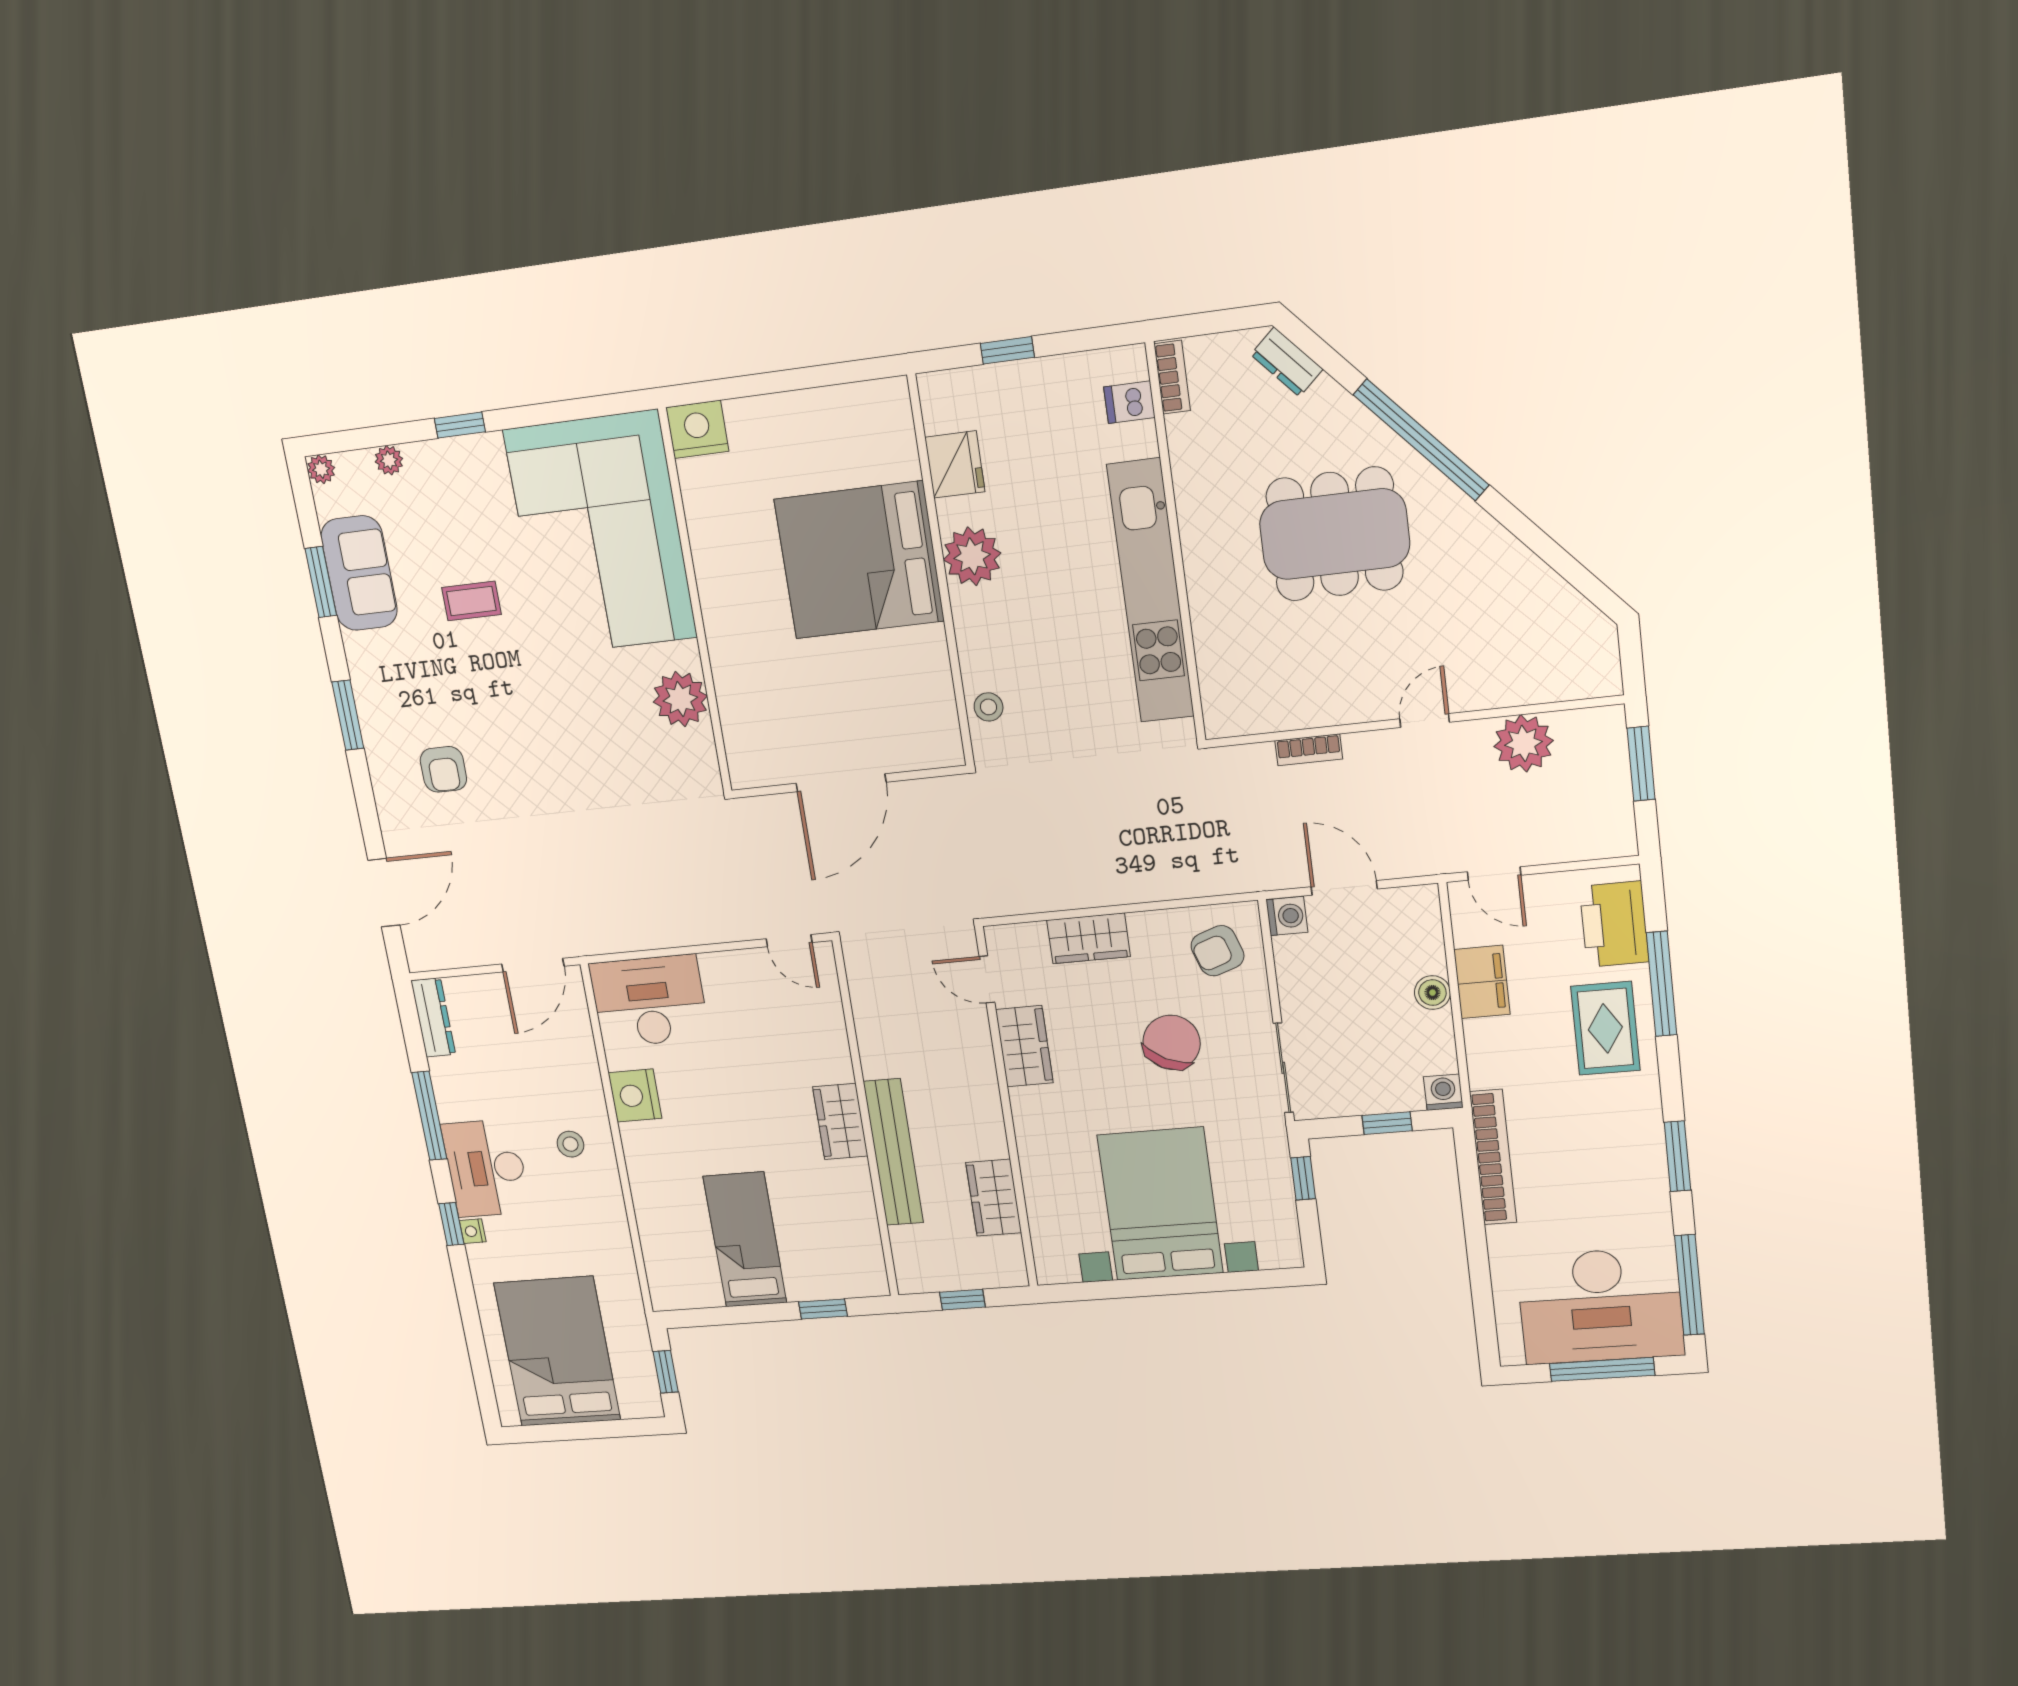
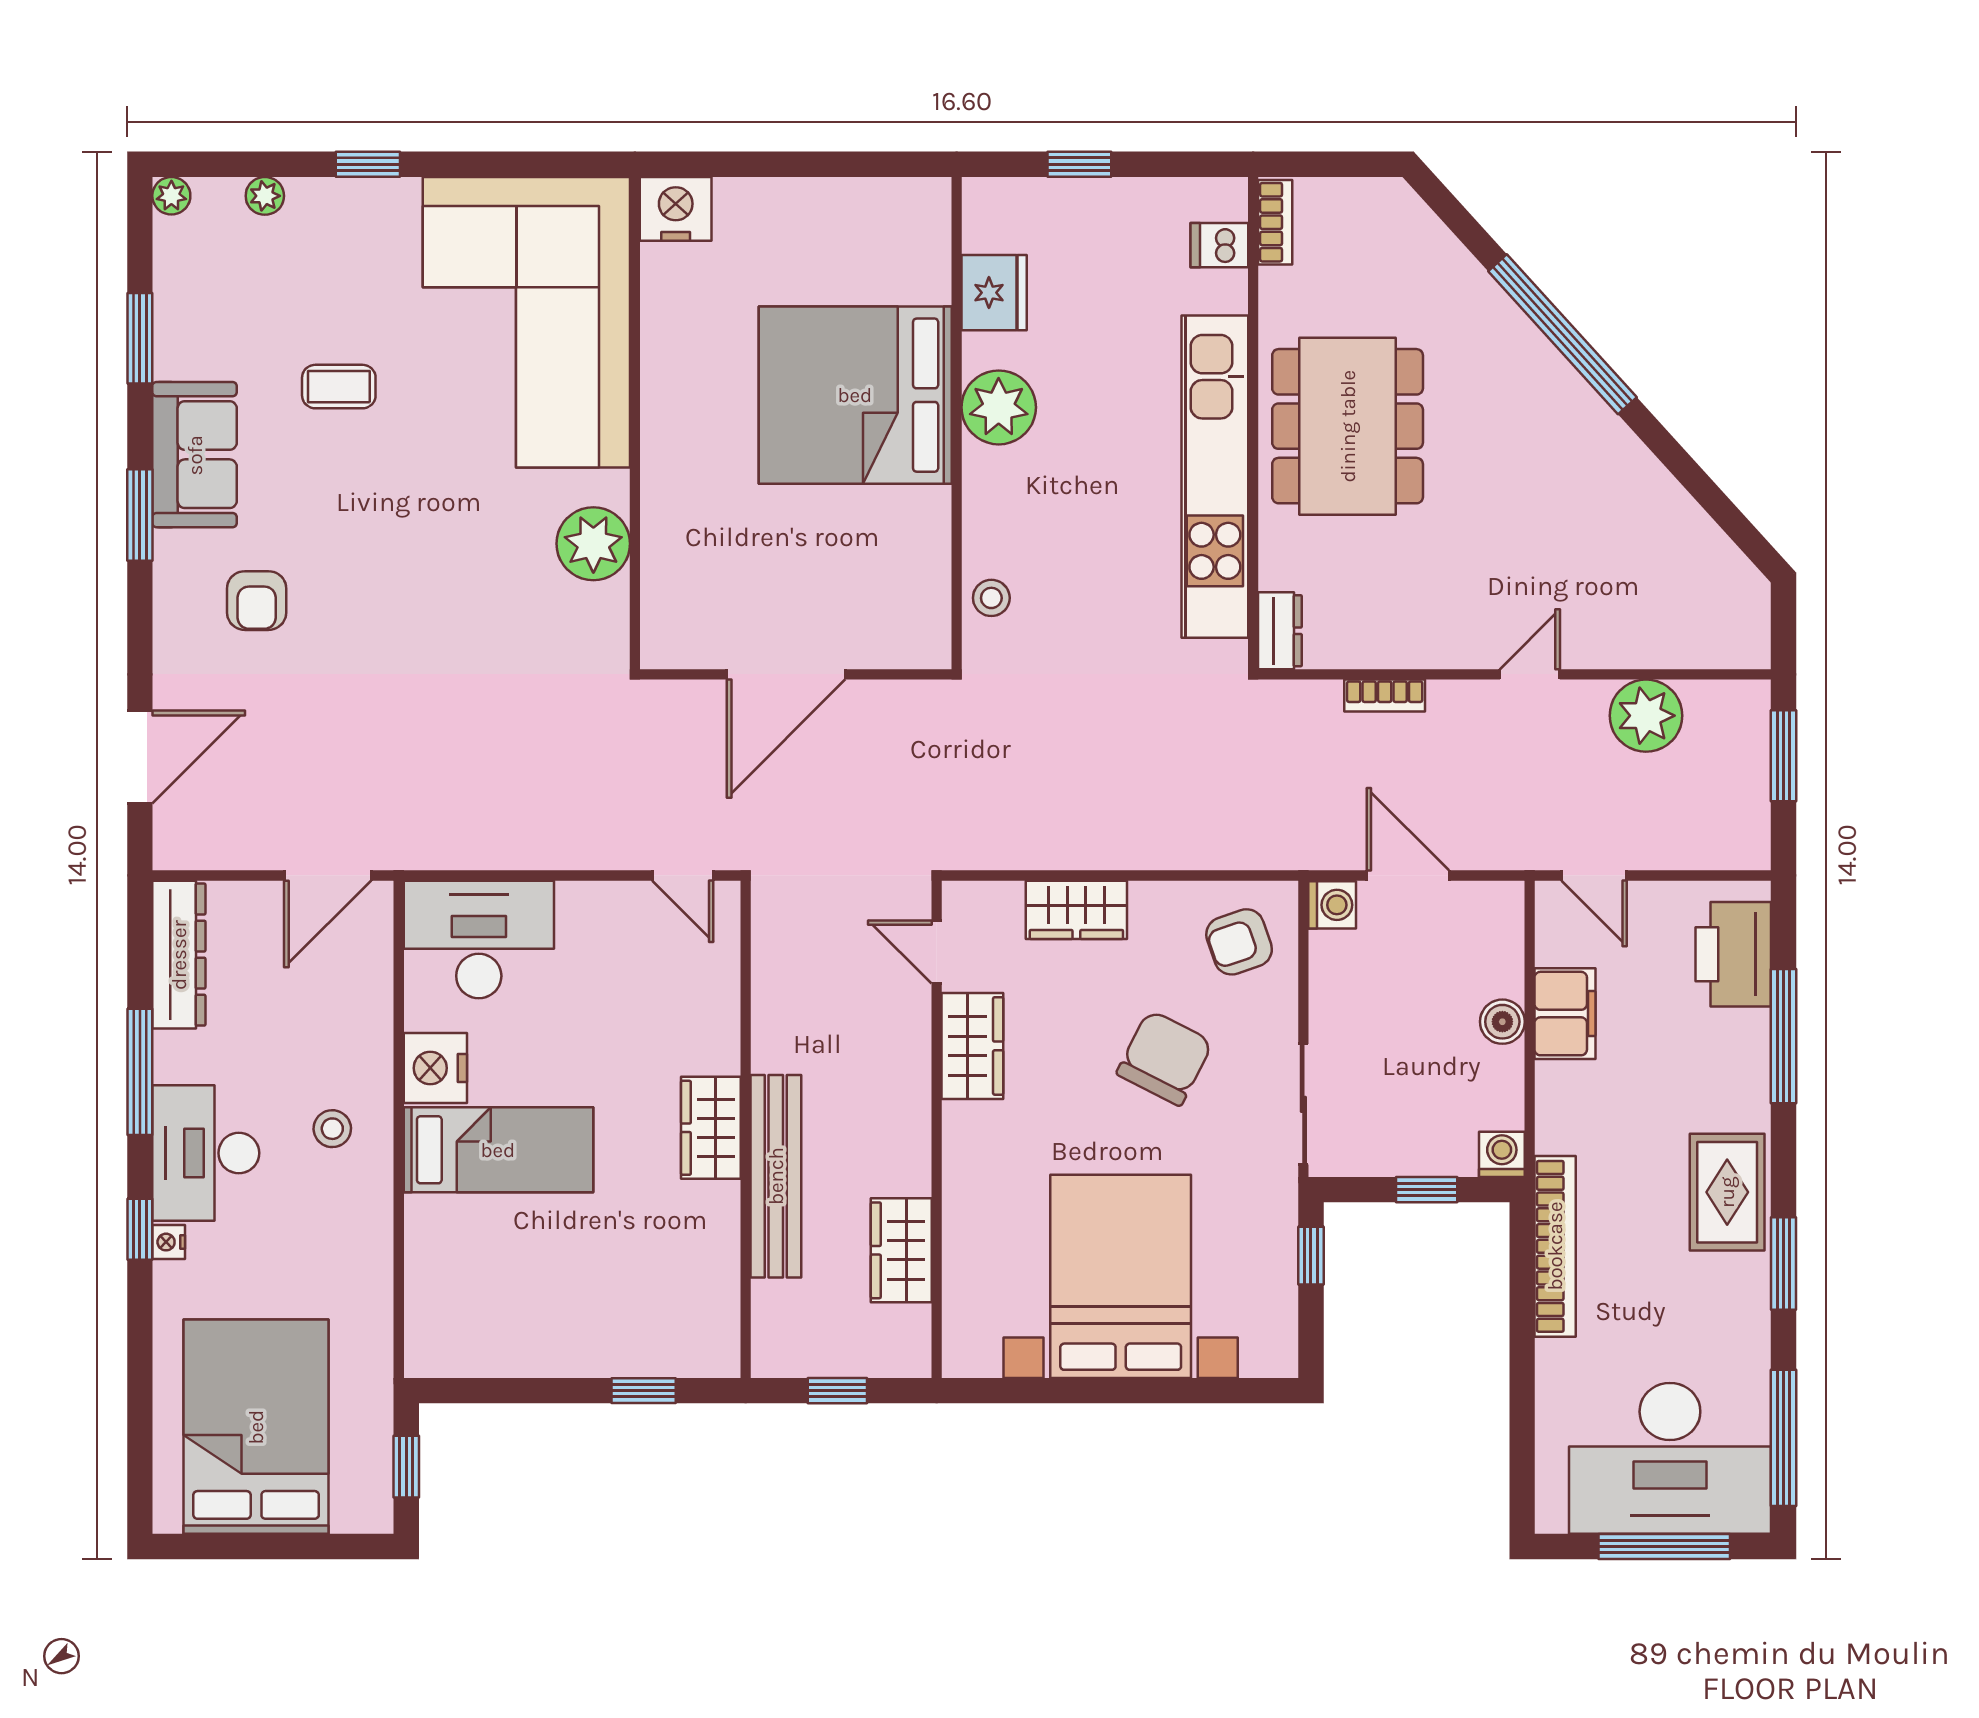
dresser: (1287, 362) -> (1280, 631), moved, turned -138
dining table: (1335, 534) -> (1348, 426), moved, turned 90
sofa: (359, 573) -> (195, 455), moved
dresser: (433, 1017) -> (179, 955), width x1.37, depth x1.24
rug: (1605, 1028) -> (1727, 1192), moved
bed: (745, 1240) -> (498, 1150), moved, turned 90

